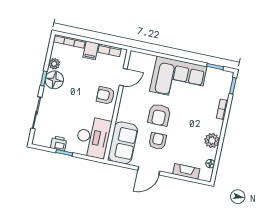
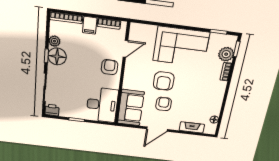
armchair: (105, 95) -> (110, 67), turned 90
plant: (212, 141) -> (226, 54), moved
printer: (59, 143) -> (52, 110), moved

